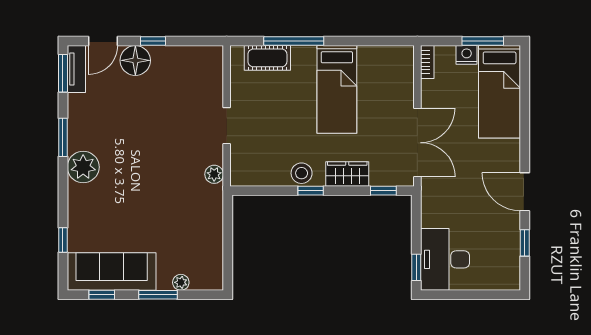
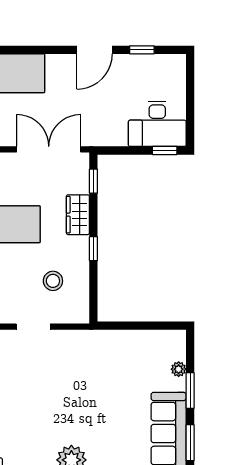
stool: (302, 173) -> (53, 281), moved
plant: (214, 174) -> (78, 338), removed
window: (102, 295) -> (190, 443), width x1.50

